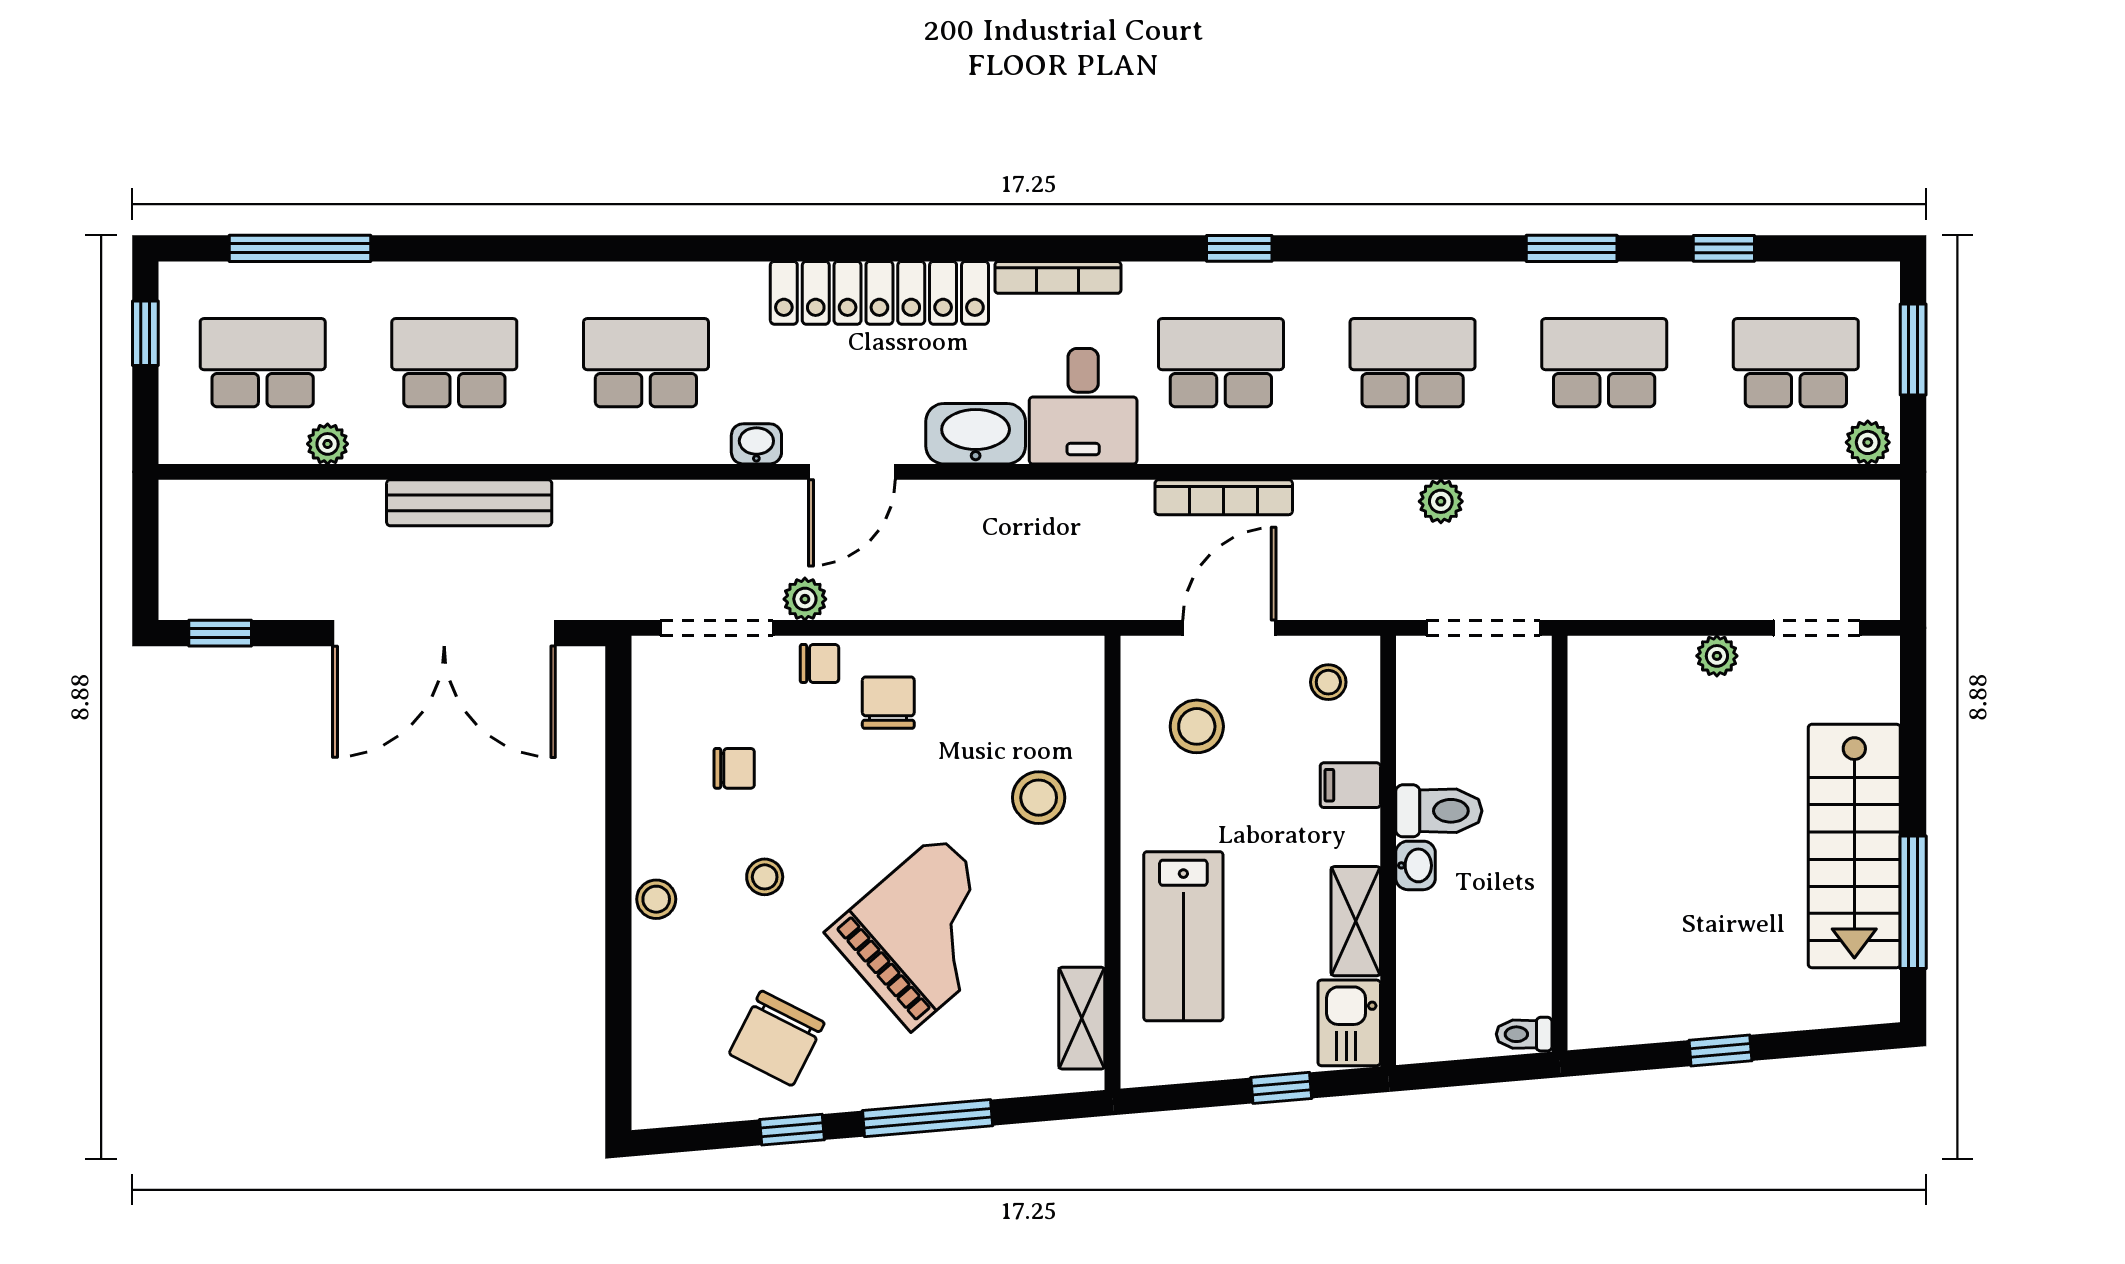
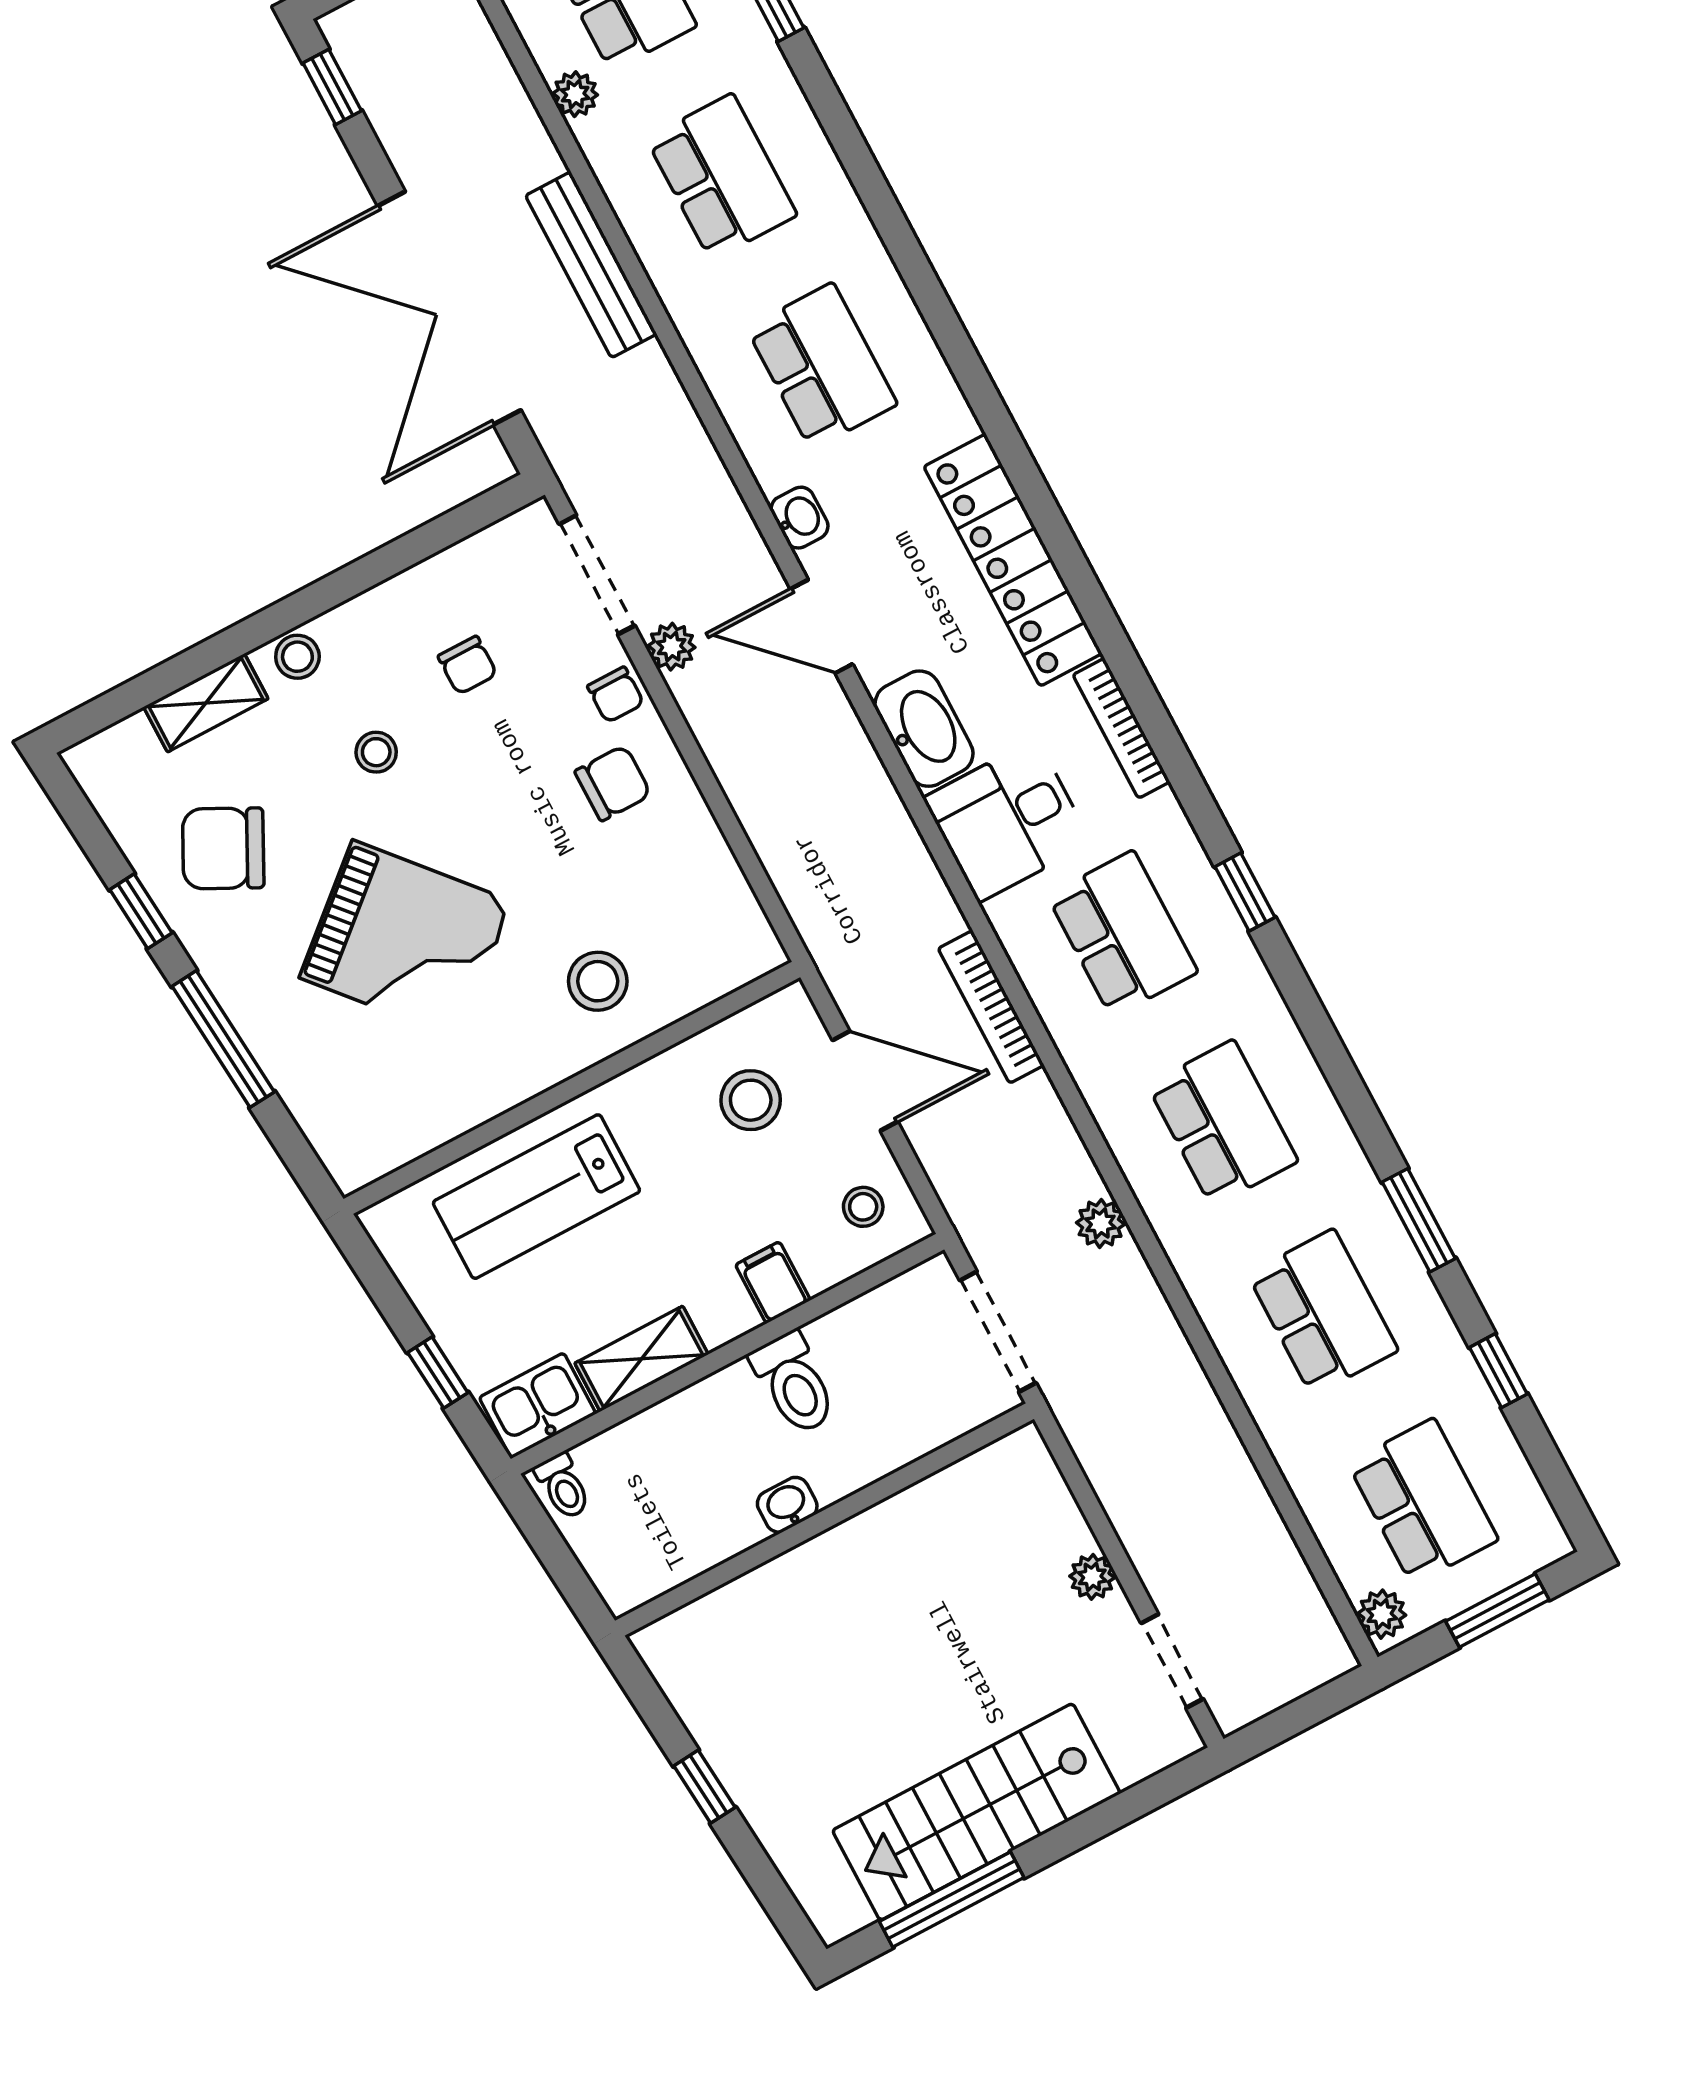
washbasin: (1416, 865) -> (787, 1505), moved, turned 180
shelving: (1082, 1018) -> (206, 703), moved
toilet: (1524, 1034) -> (563, 1486), moved, turned 180

